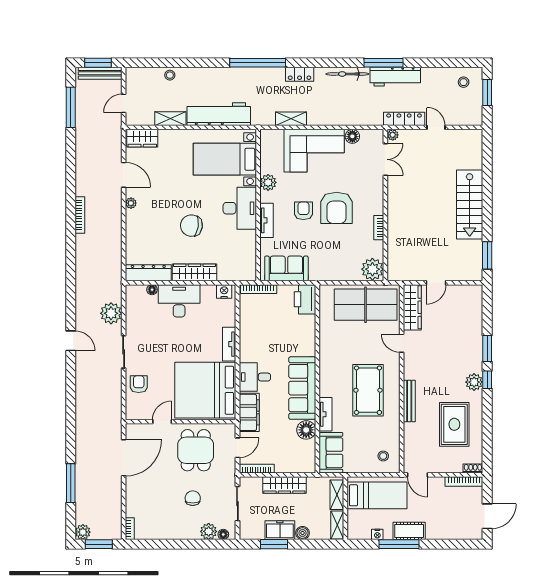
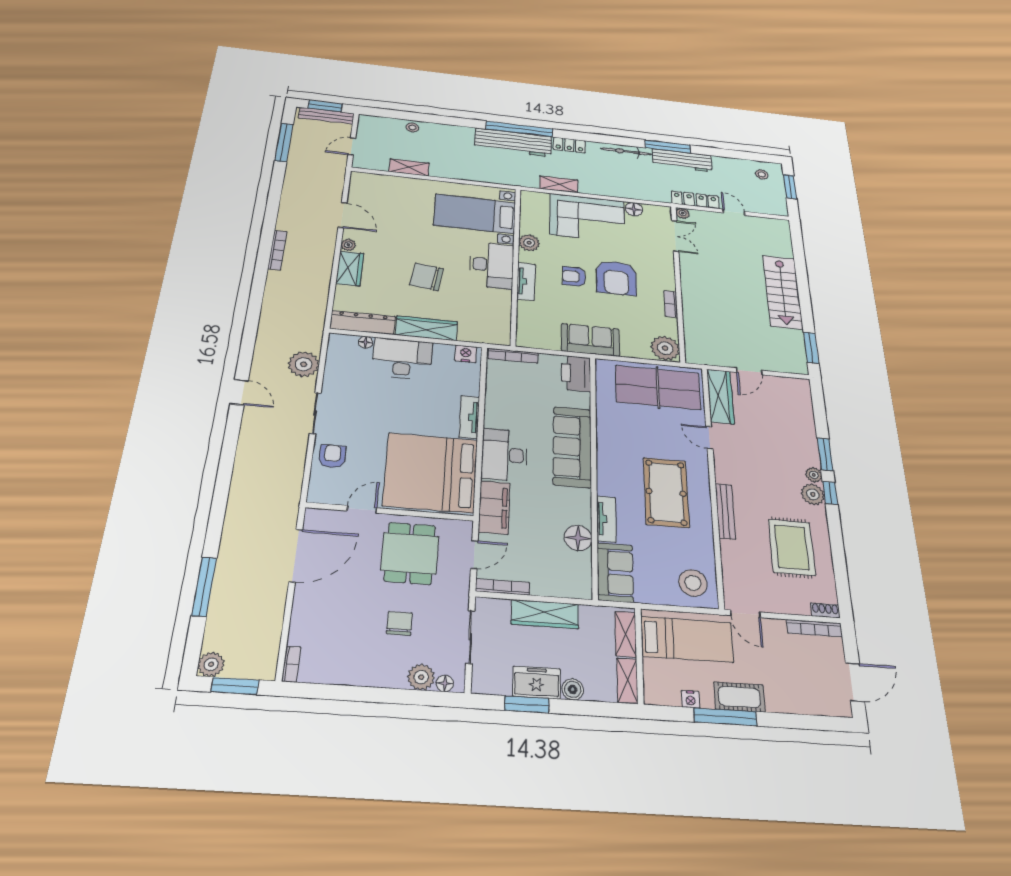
workbench: (219, 114) -> (513, 142), moved, turned 180
wardrobe: (142, 138) -> (350, 268), moved, turned -90
armchair: (303, 211) -> (574, 277), turned -90
sofa: (286, 268) -> (590, 340), moved
plant: (477, 366) -> (814, 475), added
desk: (255, 377) -> (504, 455), width x1.37
sofa: (302, 388) -> (572, 447), moved
stool: (383, 456) -> (693, 583), width x1.89, depth x1.89

